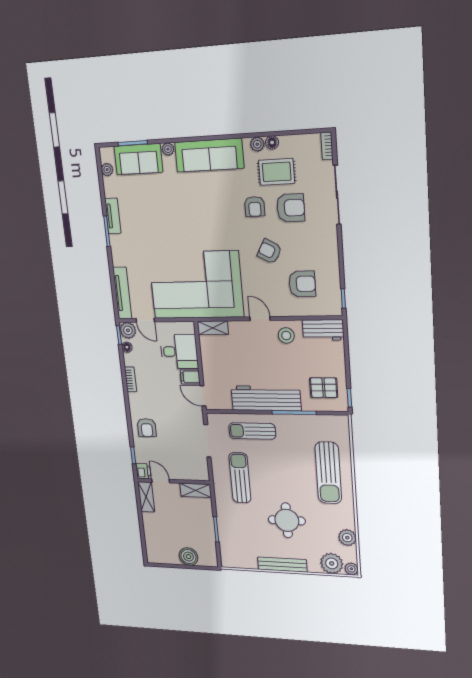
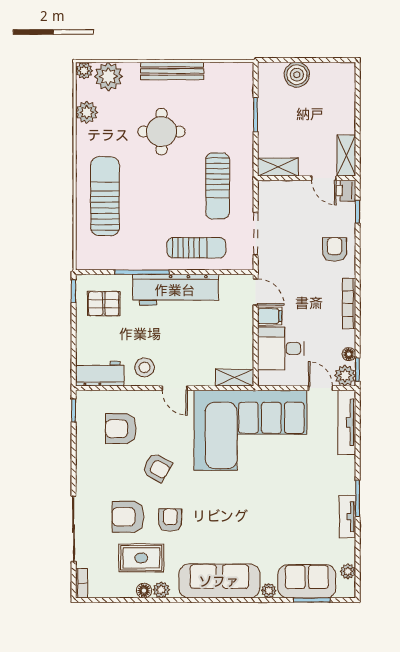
bookcase: (131, 379) -> (349, 304), width x1.56

